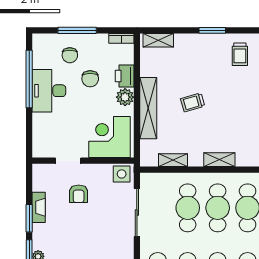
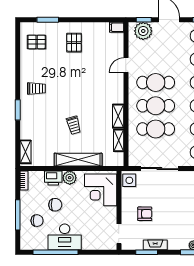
shelving: (219, 160) -> (118, 116), moved
doorway: (68, 161) -> (119, 234), moved
window: (29, 218) -> (147, 252), moved

